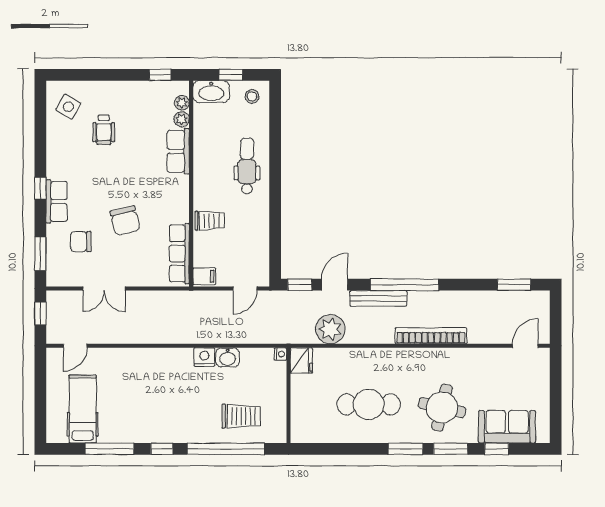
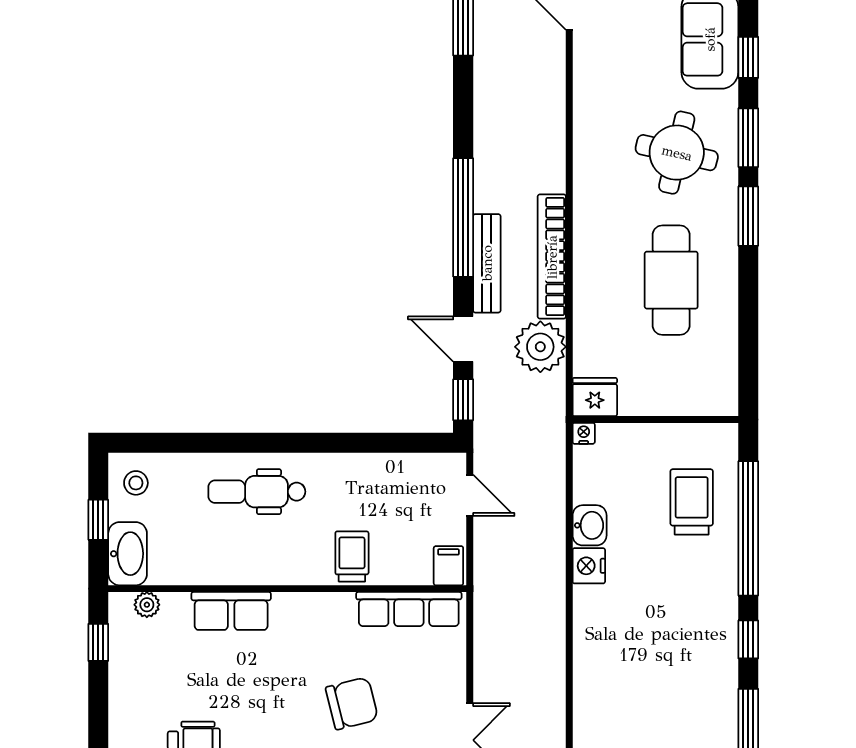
plant: (182, 119) -> (175, 605), removed
bookcase: (431, 336) -> (552, 257), moved

